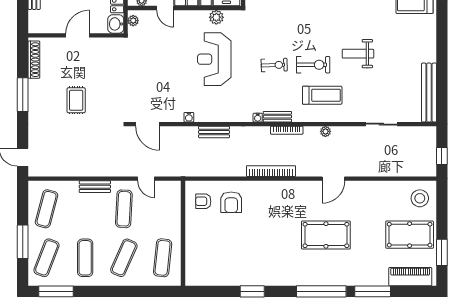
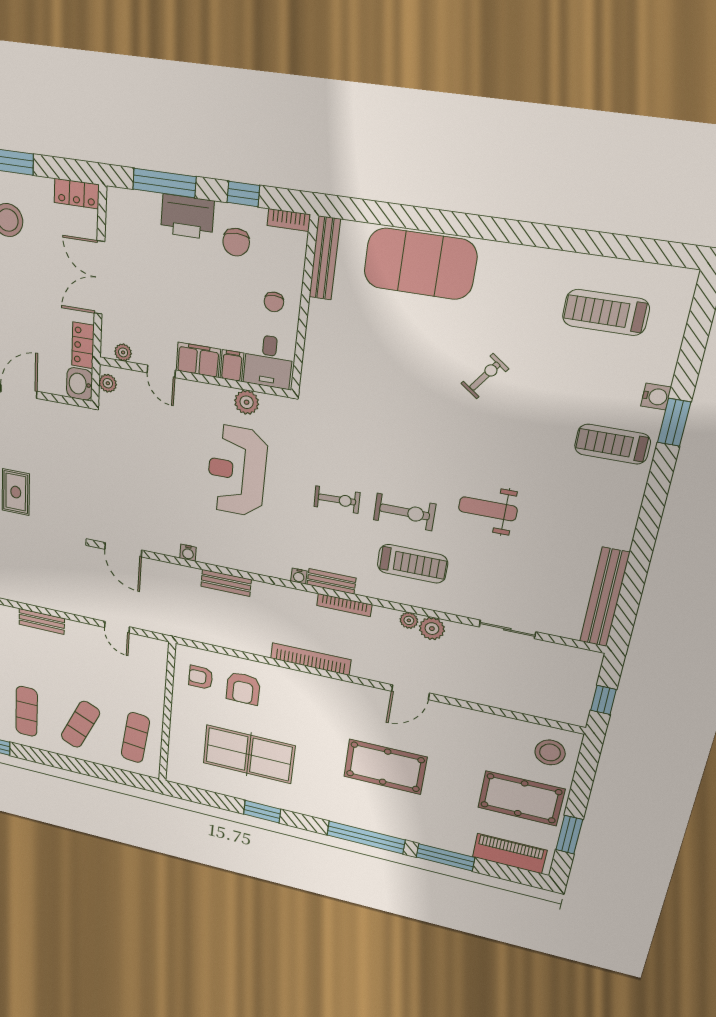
plant: (339, 134) -> (432, 629), added
exercise mat: (124, 209) -> (83, 661), removed
table tennis table: (239, 250) -> (249, 754), added

